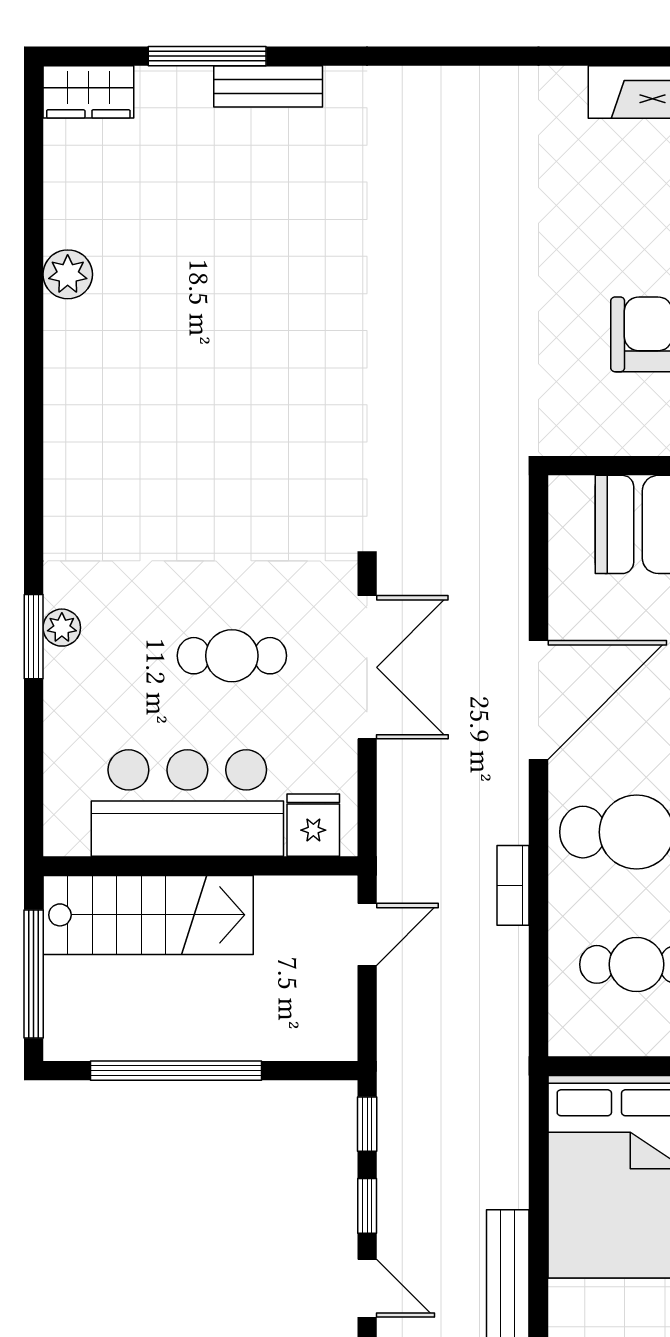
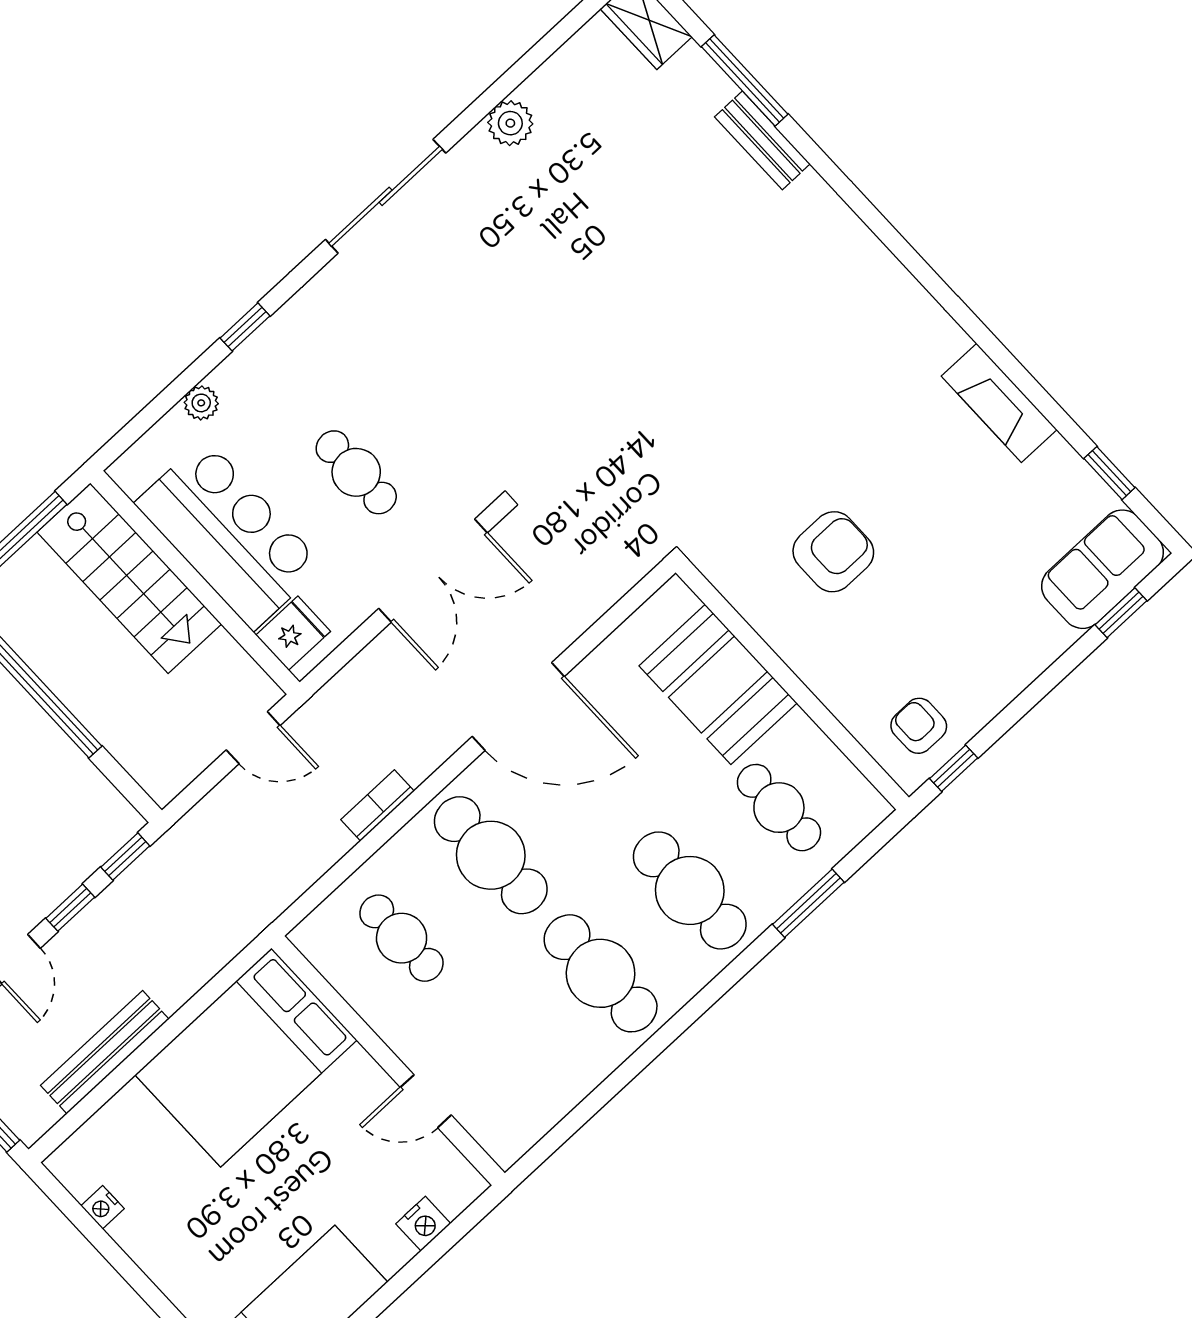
sliding door: (34, 428) -> (386, 196), added
plant: (62, 628) -> (201, 403), moved
window: (34, 637) -> (245, 327), width x0.67

